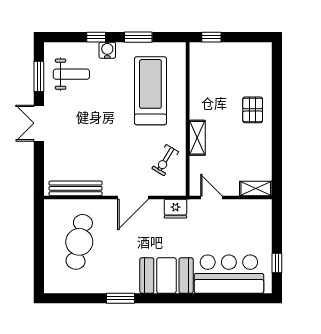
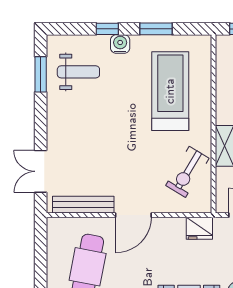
double door: (39, 123) -> (41, 171), moved
exercise bike: (165, 160) -> (187, 172), width x1.38, depth x1.39
door: (133, 197) -> (133, 215), moved

